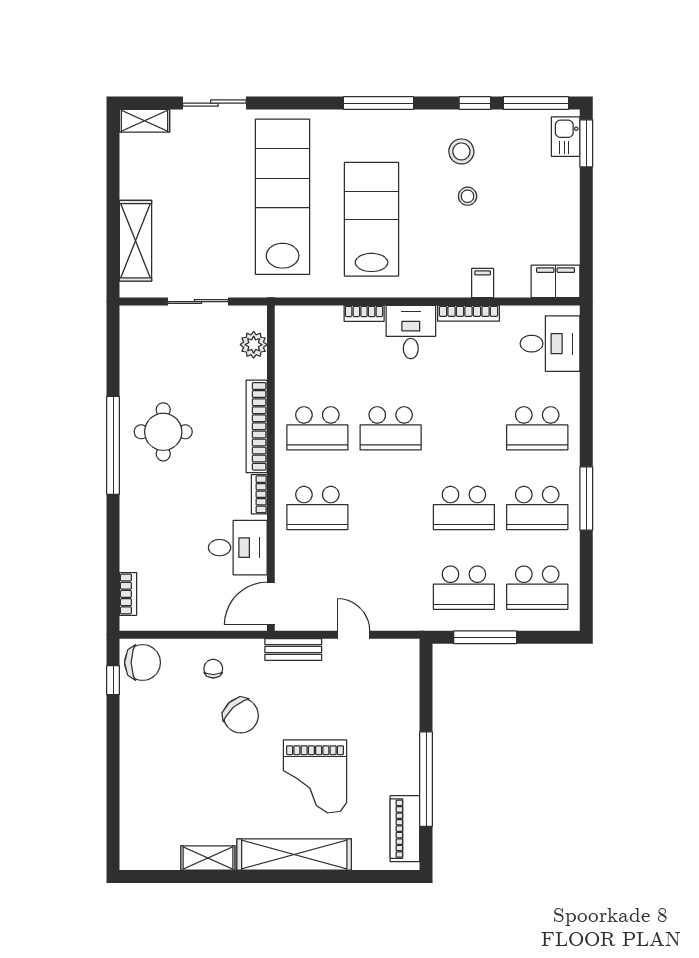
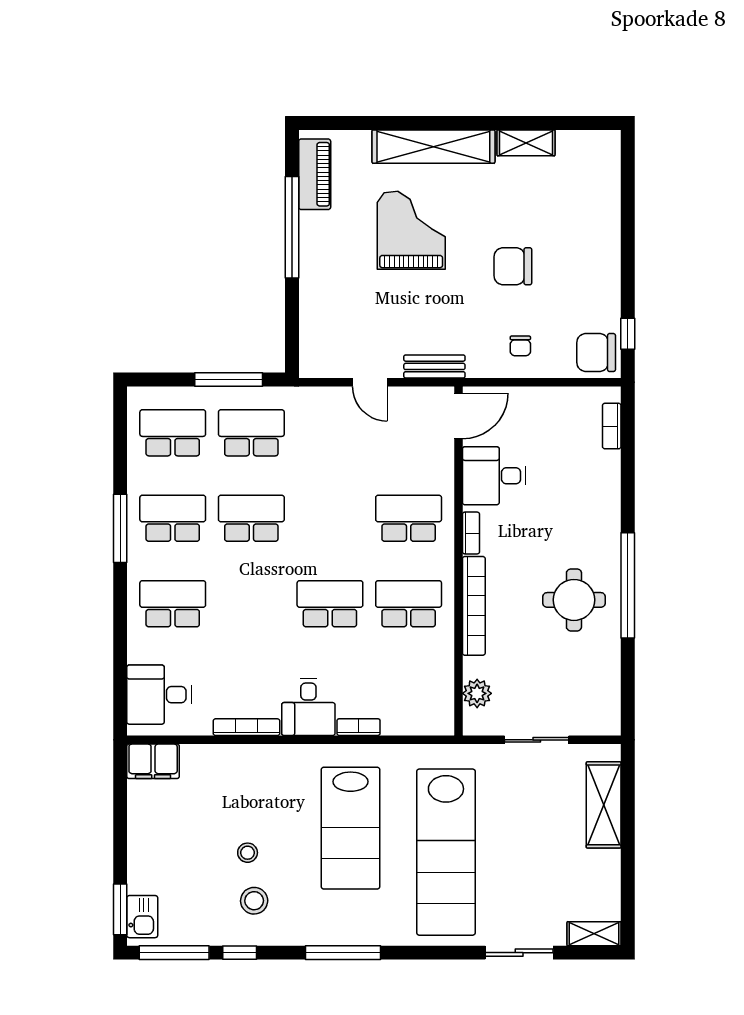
filing cabinet: (483, 283) -> (231, 760), removed
chair: (241, 716) -> (513, 266), moved, turned -48

